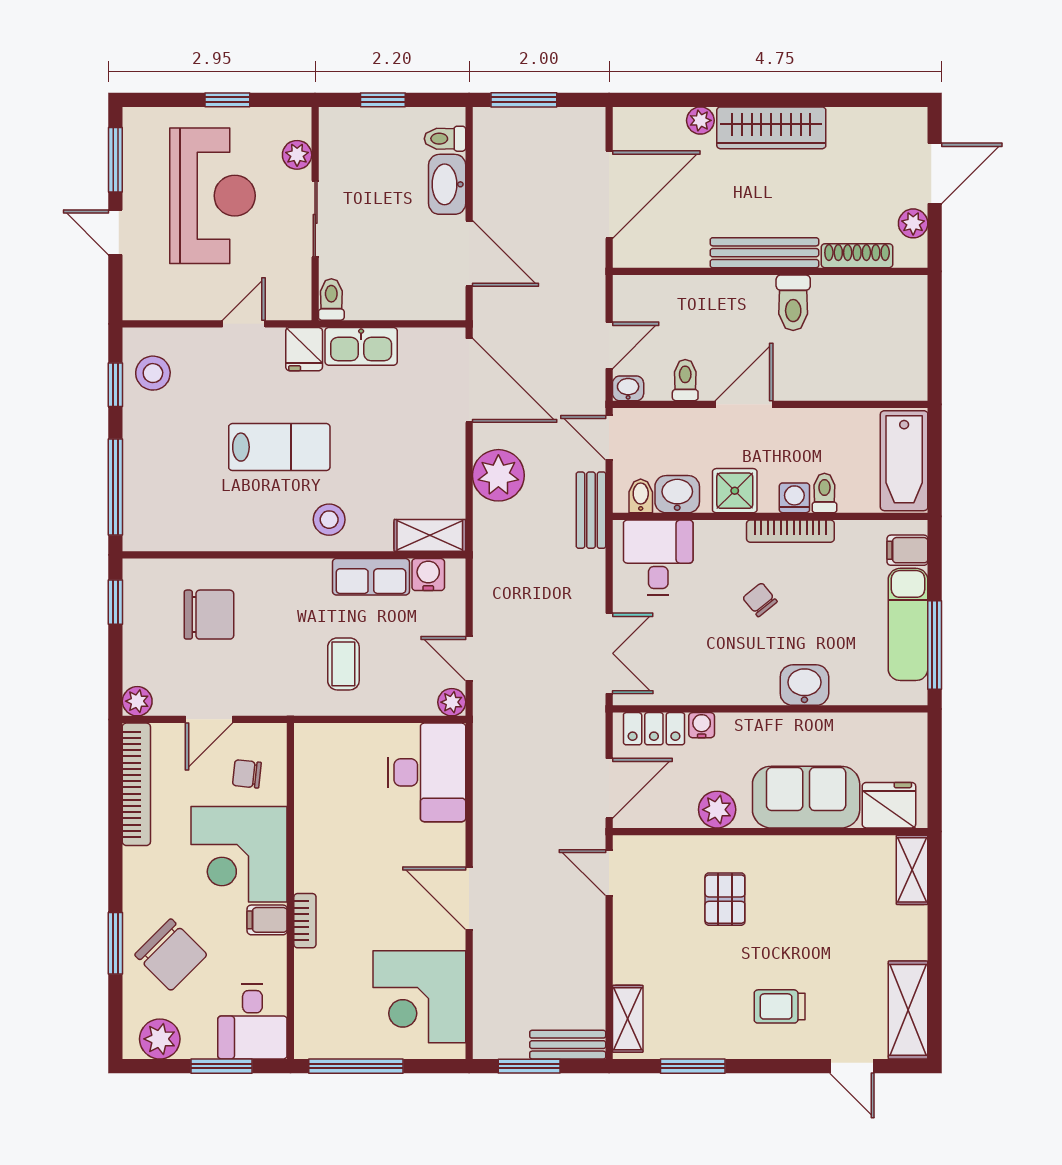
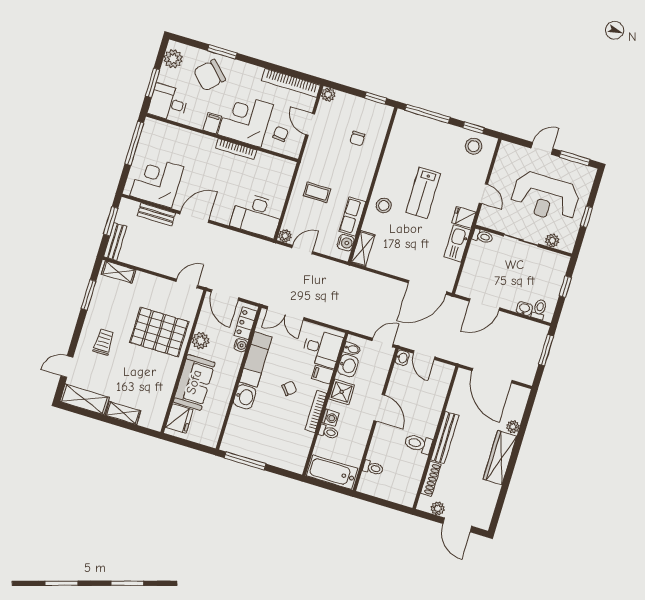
washbasin: (447, 184) -> (524, 309), width x0.52, depth x0.69
toilet: (685, 380) -> (373, 468), moved
plant: (498, 475) -> (381, 288), removed
bench: (591, 510) -> (156, 214), moved
filing cabinet: (907, 550) -> (323, 374), moved, turned -90
chair: (209, 615) -> (357, 139), width x0.54, depth x0.54
exam couch: (908, 624) -> (256, 359), moved, turned 90
shelving: (912, 870) -> (123, 413), moved
pallet: (725, 899) -> (159, 332), width x2.05, depth x2.00
bookcase: (305, 921) -> (236, 149), moved, width x1.56

